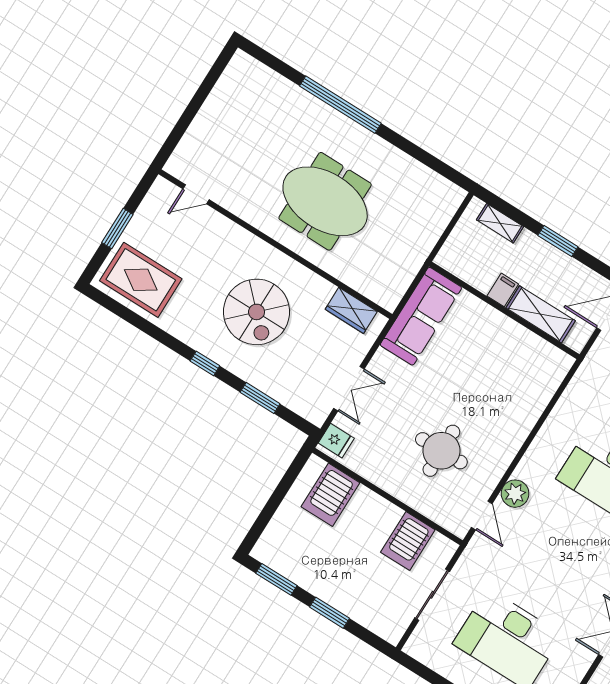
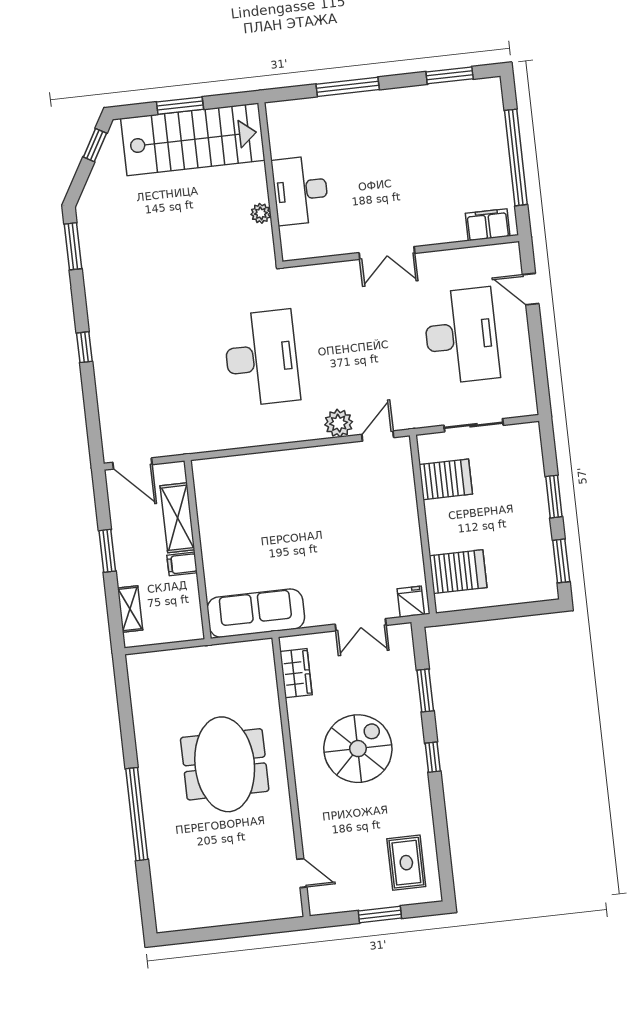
rug: (141, 280) -> (406, 863), width x0.73, depth x0.70
double door: (349, 389) -> (361, 625), swing flipped
round table: (441, 451) -> (351, 510), removed

